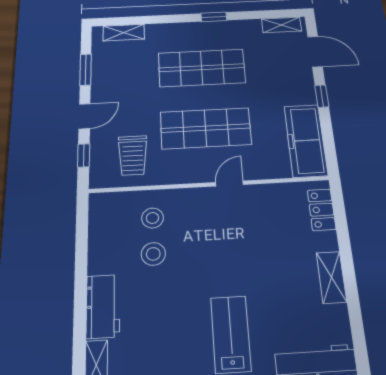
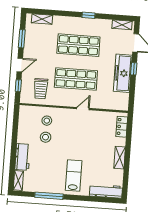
freezer: (306, 140) -> (123, 73), moved

